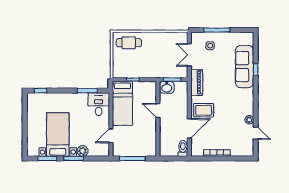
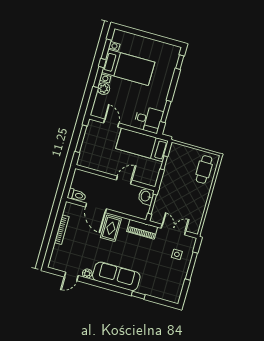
sofa: (245, 67) -> (116, 276), moved

